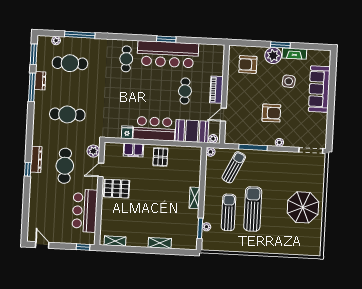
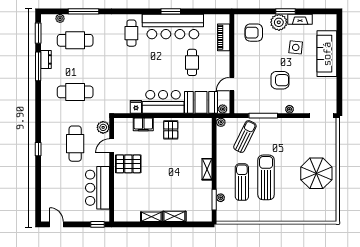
piano: (216, 90) -> (224, 37), moved
dresser: (36, 159) -> (46, 139), removed
shelving: (115, 241) -> (151, 217), moved

